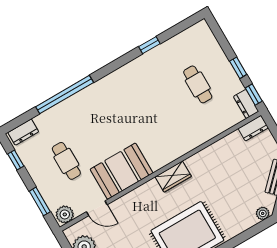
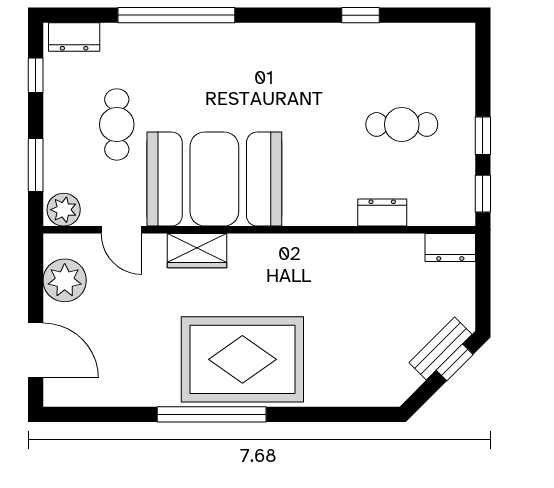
cafe table: (198, 84) -> (402, 124), turned 90
dresser: (246, 104) -> (382, 212), moved, turned 90
booth: (122, 171) -> (214, 179), width x1.36, depth x1.42
wardrobe: (173, 177) -> (197, 251), moved
plant: (263, 213) -> (385, 395), removed

